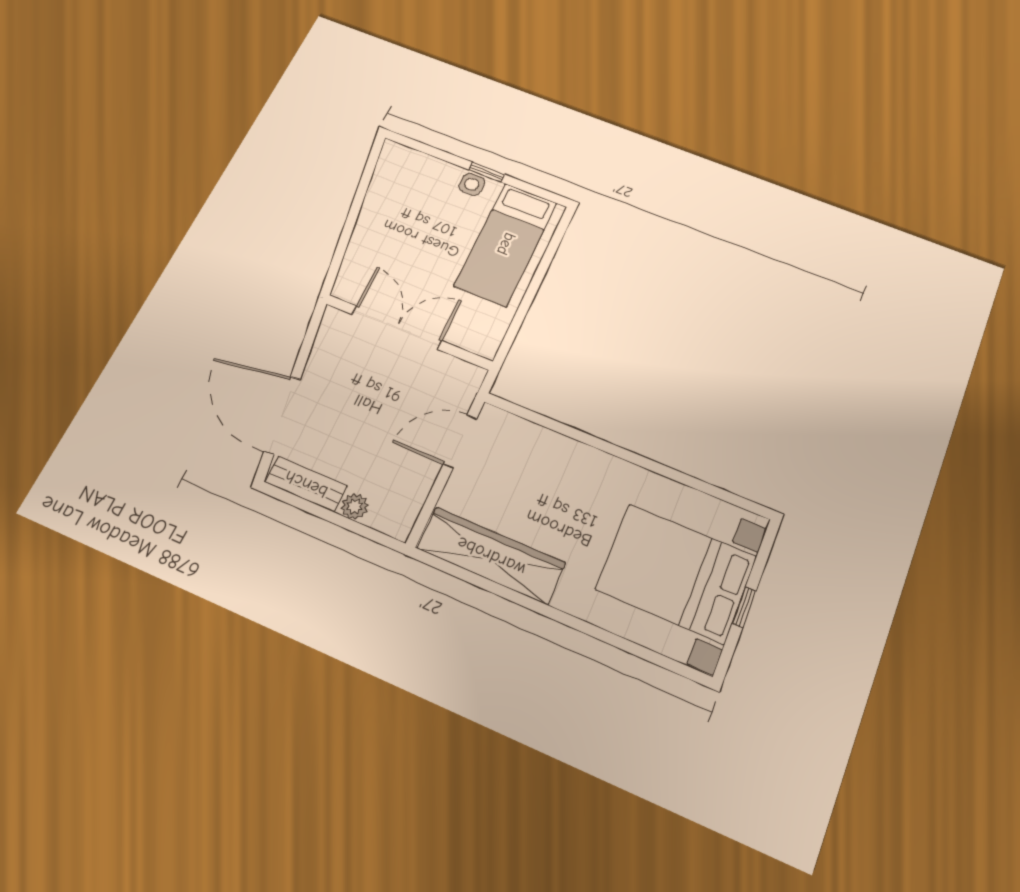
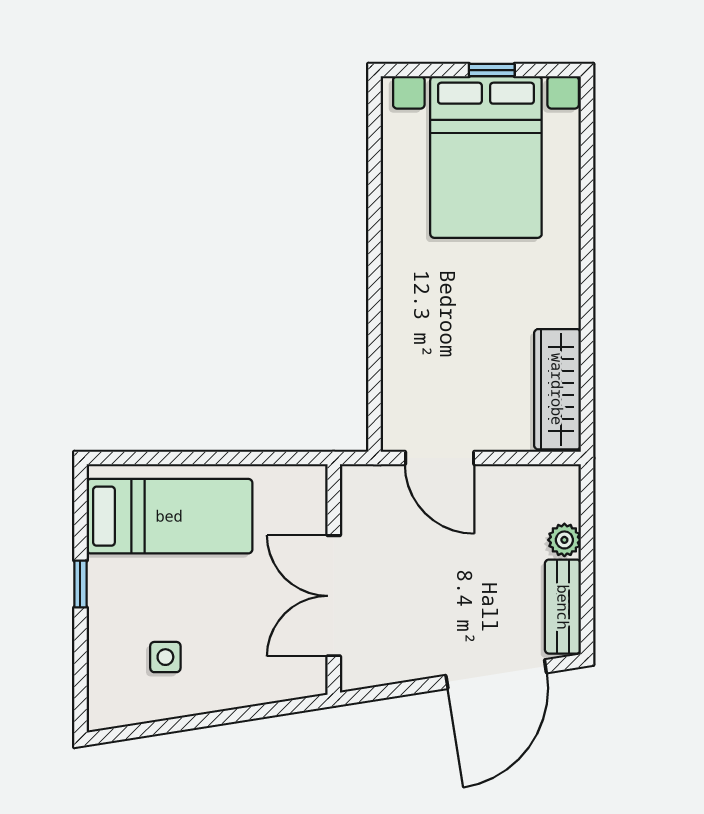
side table: (472, 184) -> (165, 657), moved
wardrobe: (491, 556) -> (557, 389), width x0.71, depth x0.85

